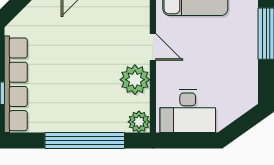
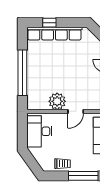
trolley: (245, 70) -> (63, 164), added
plant: (139, 122) -> (33, 104), removed

